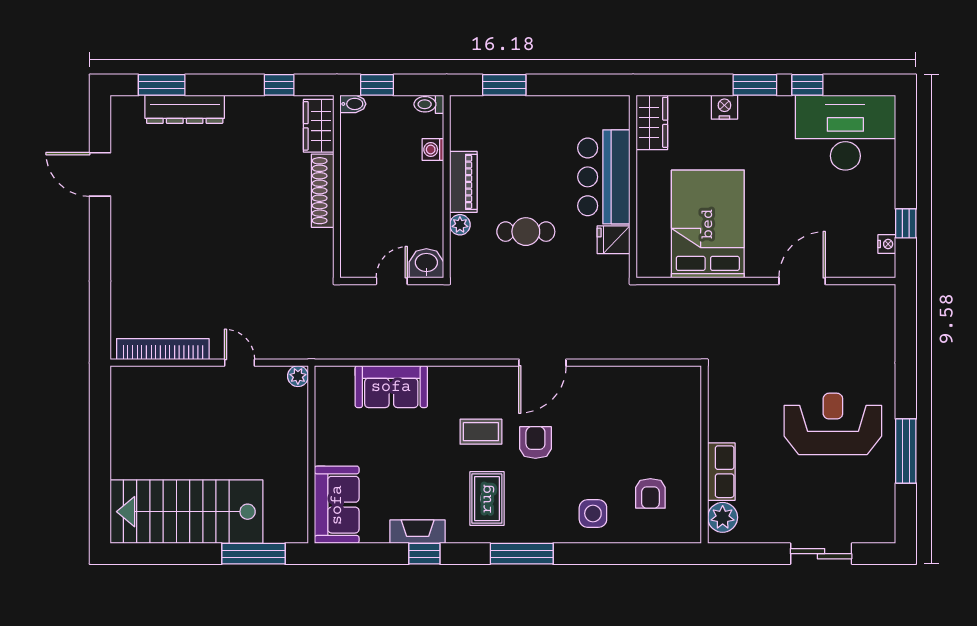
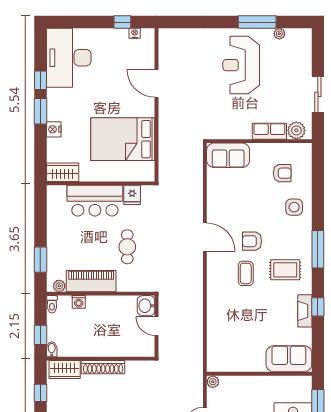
piano: (463, 182) -> (91, 281), width x1.37, depth x1.33
plant: (460, 225) -> (59, 286), moved
sofa: (391, 387) -> (228, 155), moved, turned 90
plant: (886, 488) -> (279, 34), added
sliding door: (821, 554) -> (318, 94), moved

